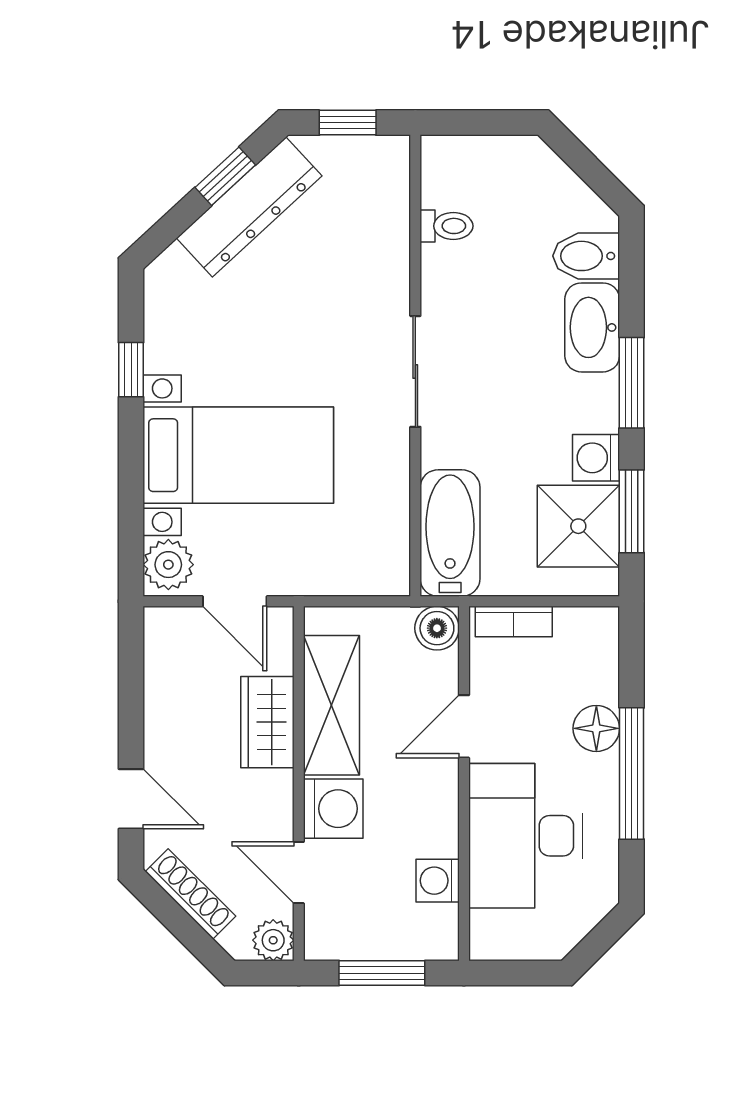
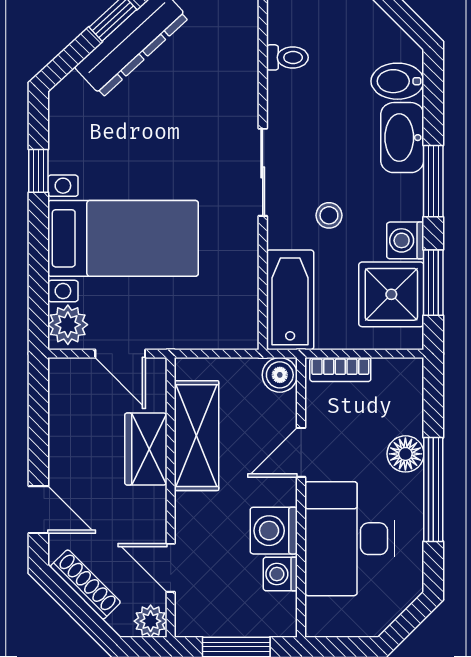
stool: (499, 426) -> (329, 215), added
washing machine: (333, 809) -> (274, 531), moved, turned 180

